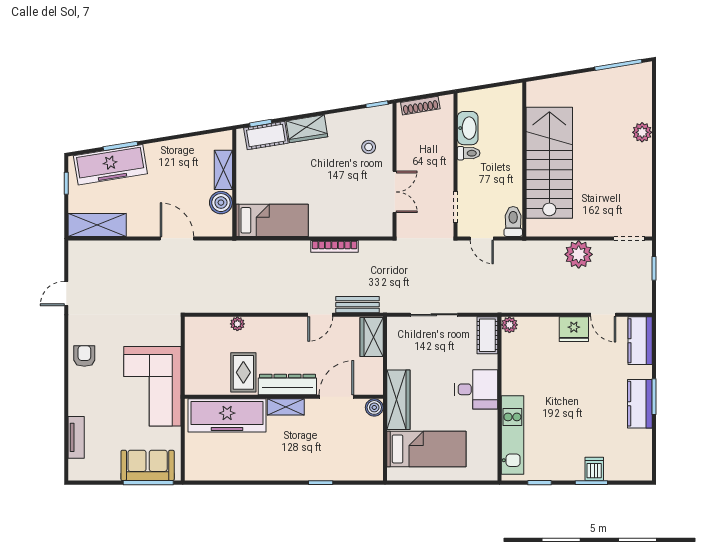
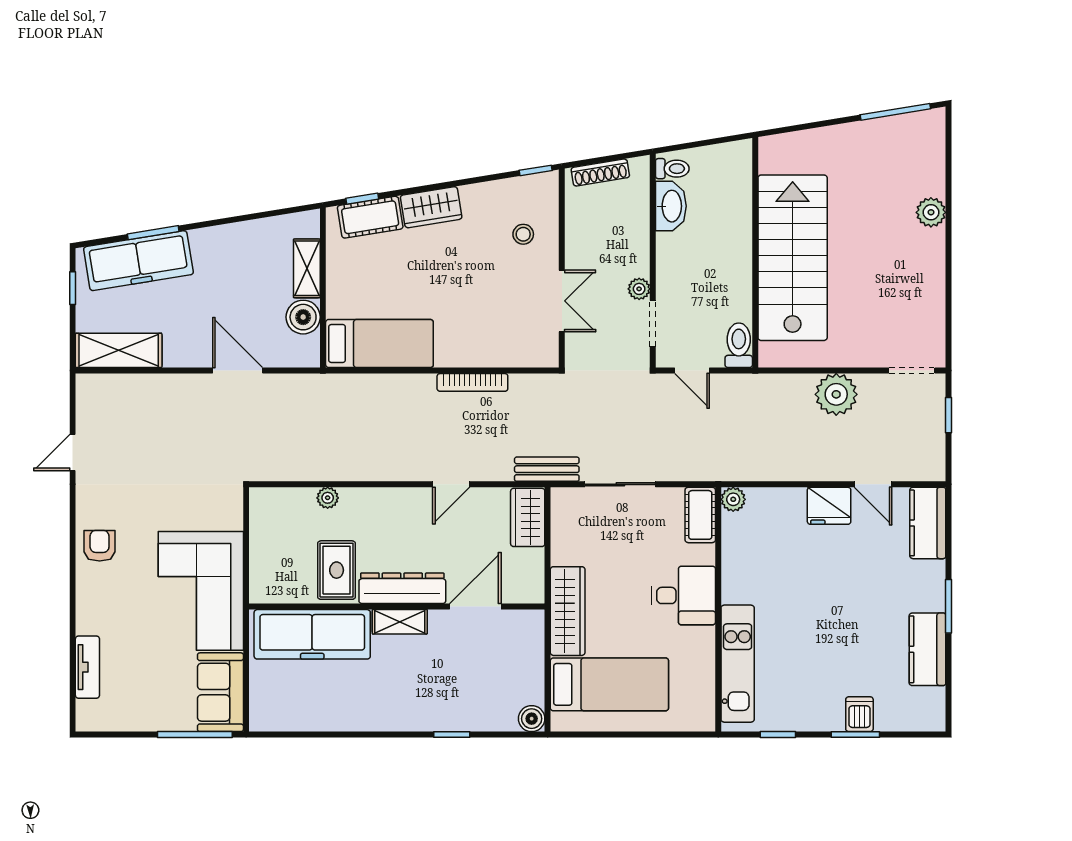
toilet: (469, 153) -> (672, 169), moved
plant: (446, 184) -> (639, 289), added
bench: (357, 305) -> (547, 469), moved
kitchen counter: (640, 404) -> (928, 649), moved
boiler: (374, 407) -> (532, 719), moved
sofa: (148, 465) -> (220, 692), moved, turned -90

